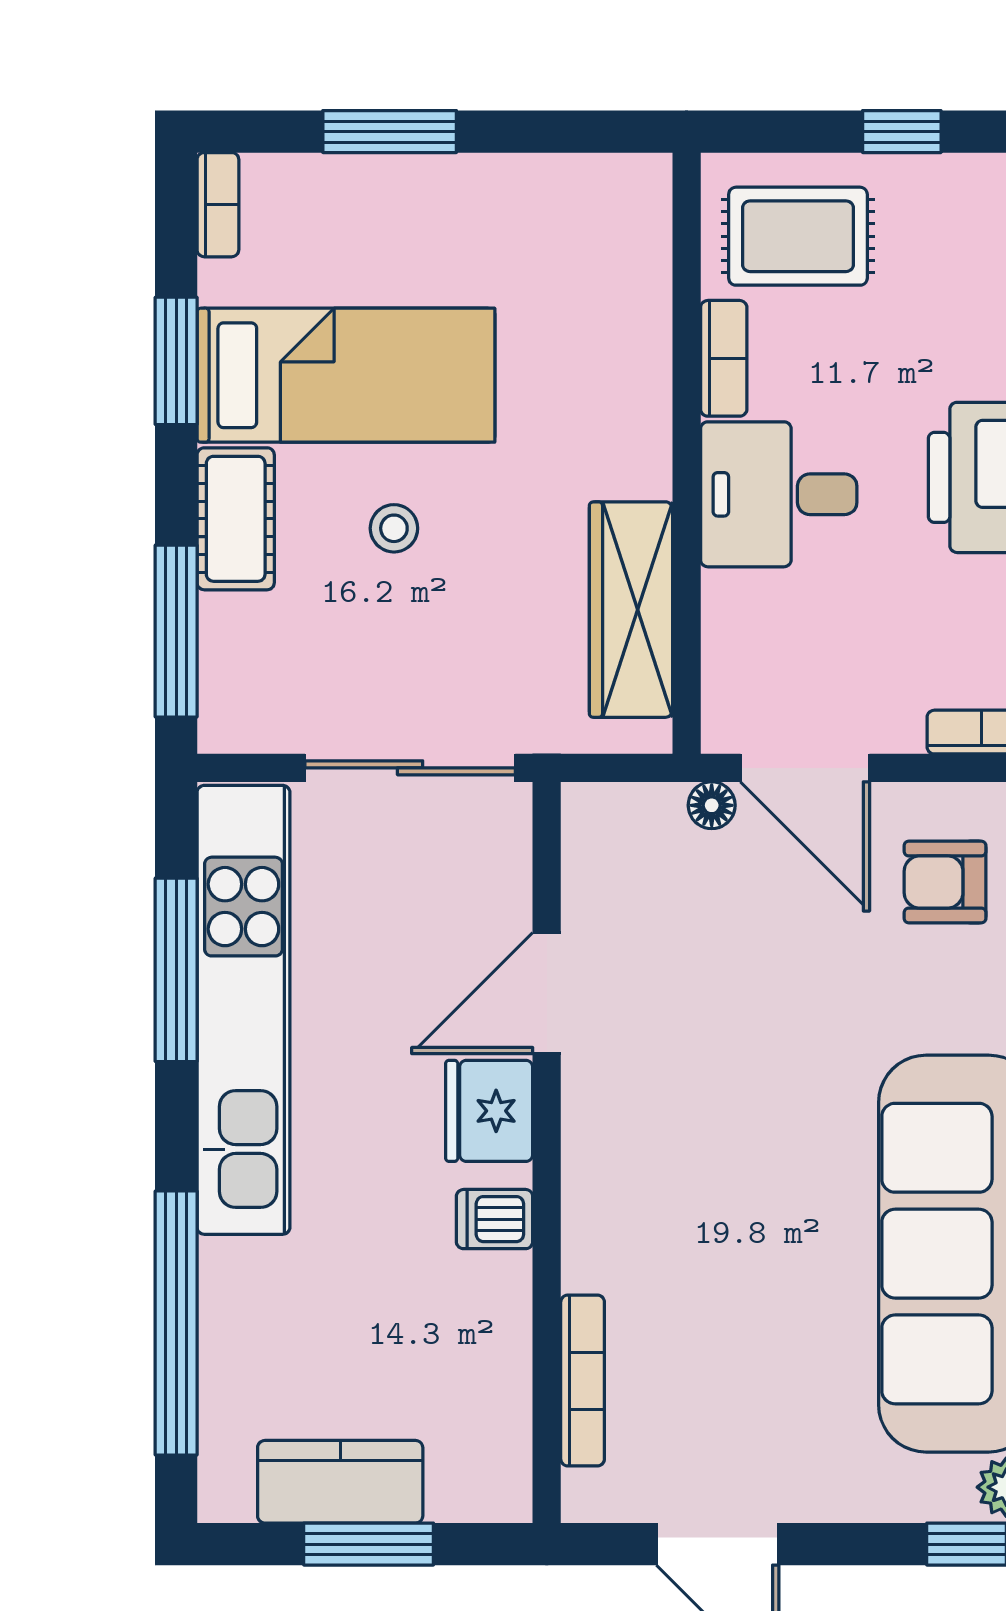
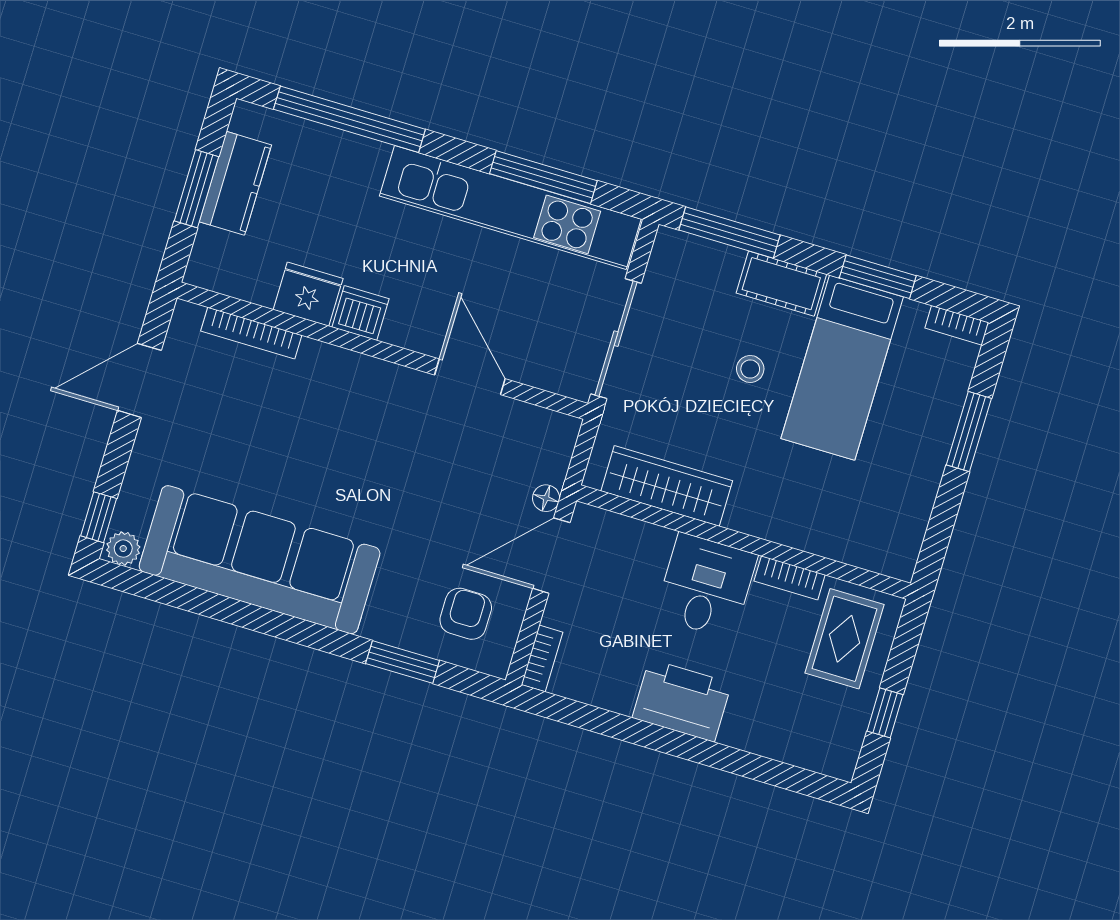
fridge: (489, 1111) -> (308, 294), moved
dishwasher: (495, 1219) -> (360, 313), width x1.38

